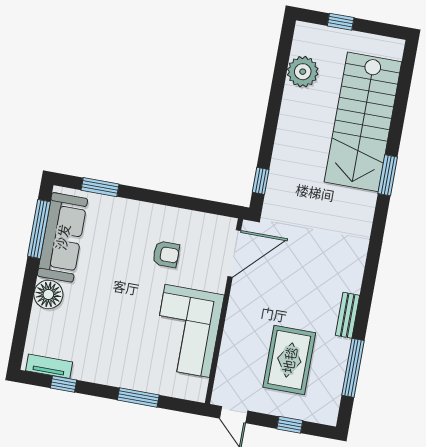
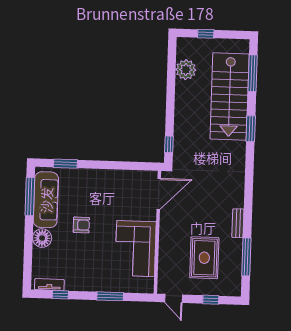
window: (403, 92) -> (253, 73), added
armchair: (166, 254) -> (81, 225), moved

